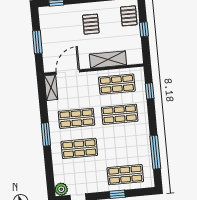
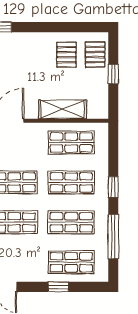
pallet: (91, 24) -> (66, 55), moved
window: (150, 91) -> (113, 187), moved
shop shelf: (122, 144) -> (71, 222), added

